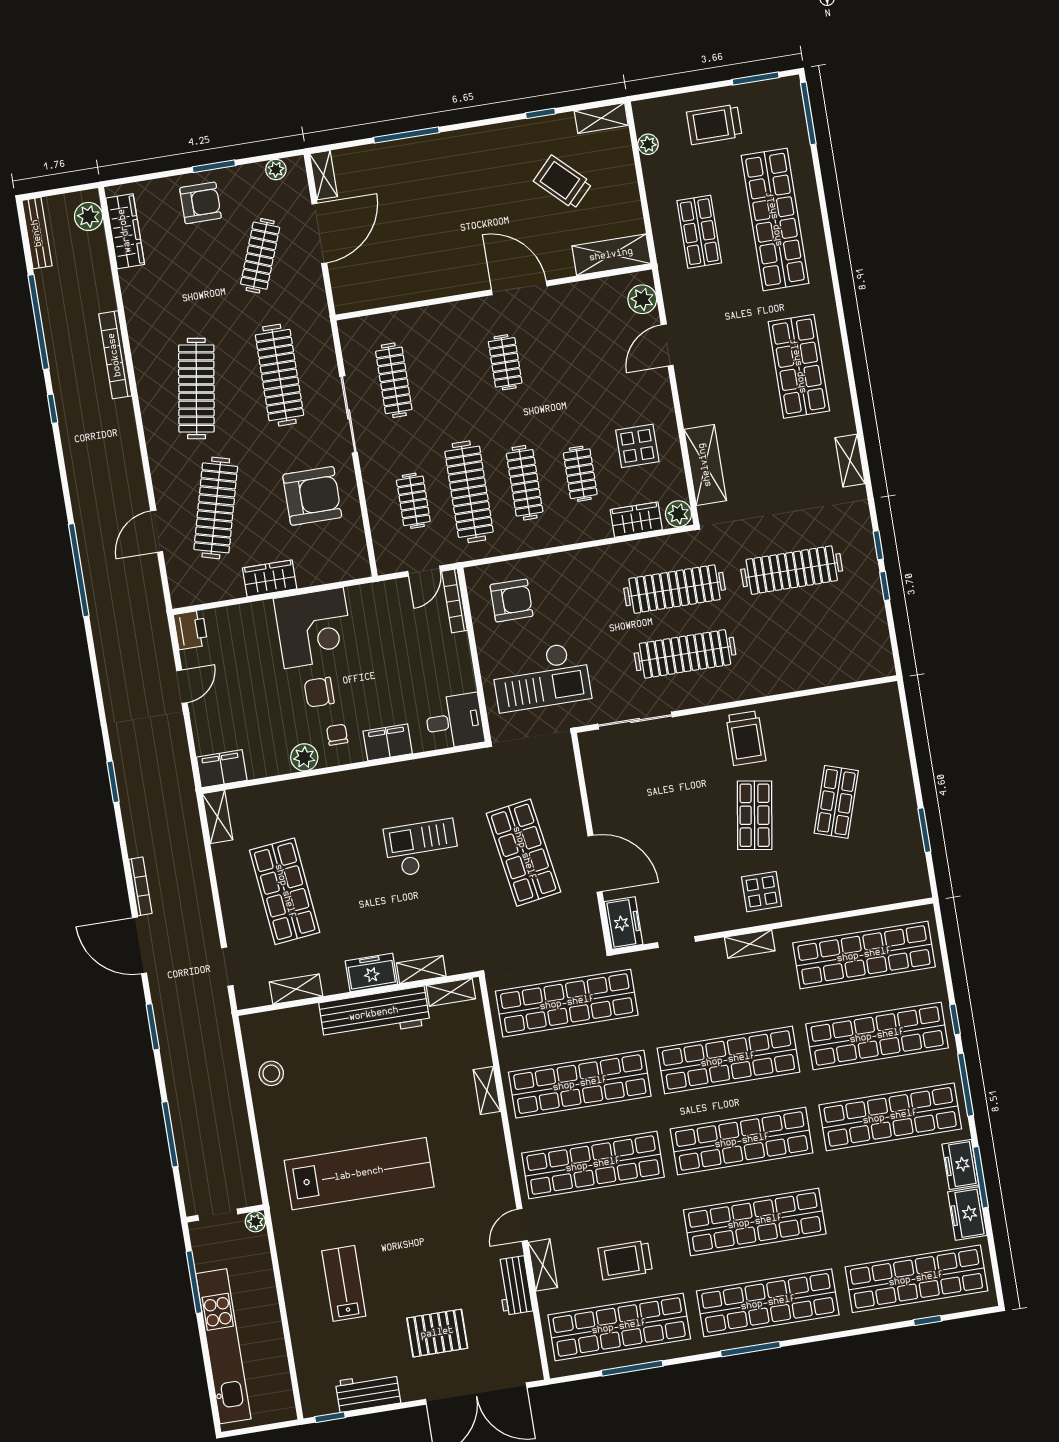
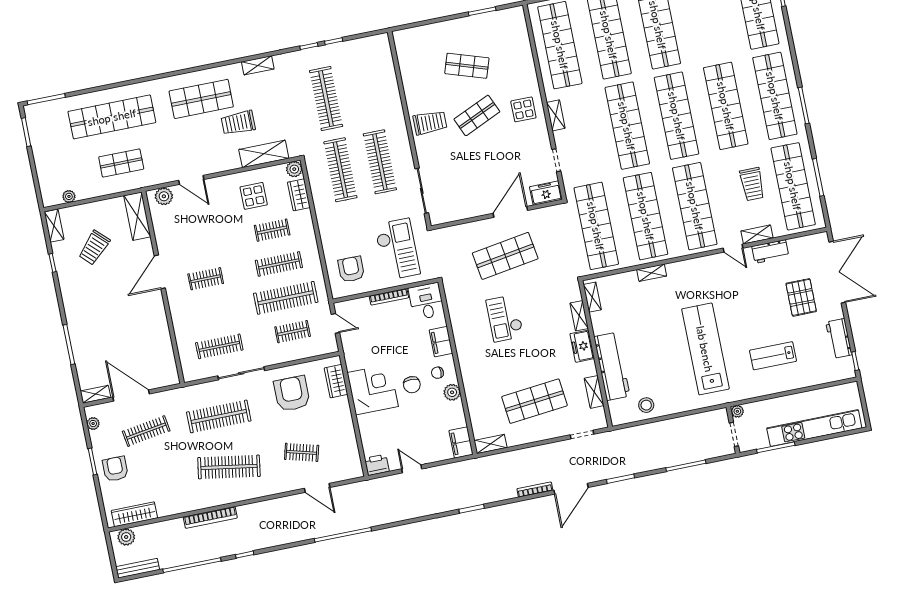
trolley: (714, 124) -> (238, 123), moved, turned 90
clothes rail: (260, 256) -> (146, 431), turned -30
clothes rail: (216, 508) -> (302, 452), width x0.54, depth x0.76
wardrobe: (270, 578) -> (336, 381), moved
bookcase: (455, 601) -> (389, 297), moved
shop shelf: (755, 815) -> (477, 115), turned -33
workbench: (374, 1014) -> (612, 366), moved

